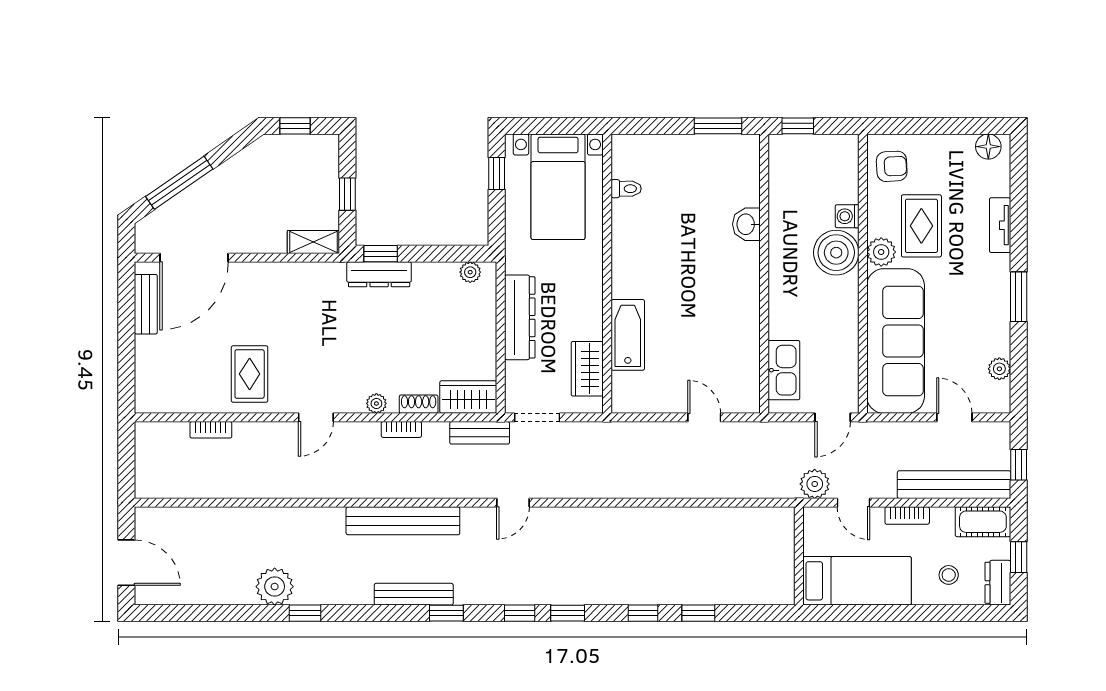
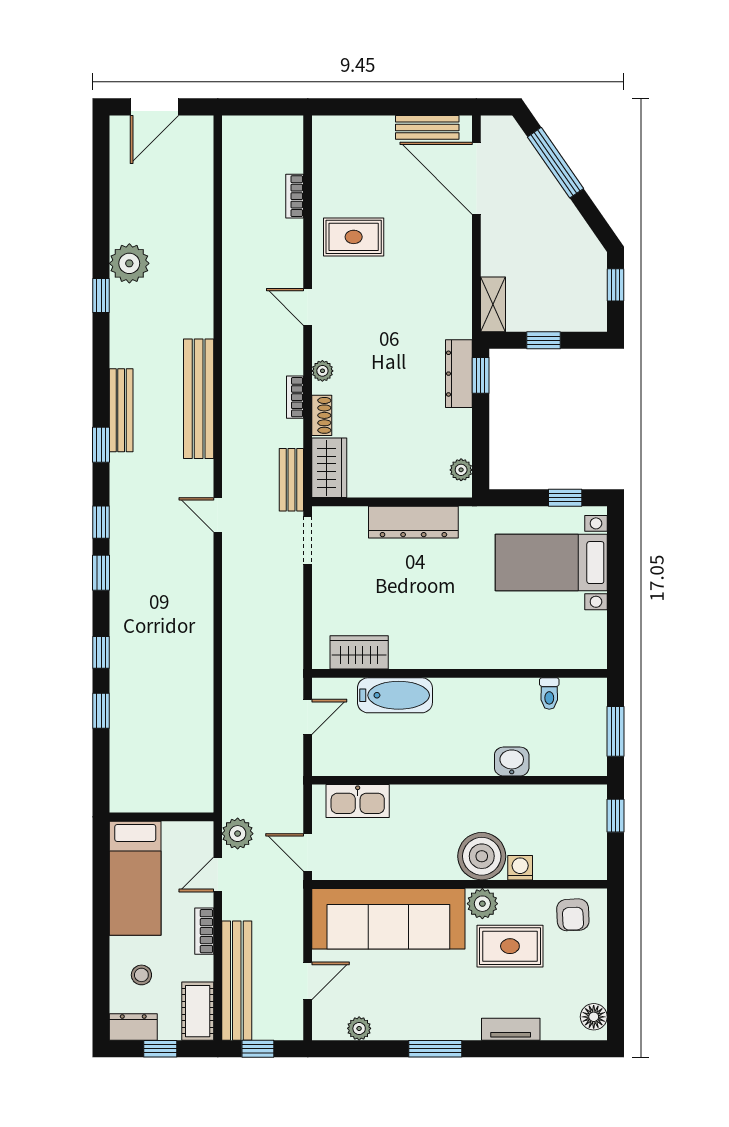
toilet: (626, 189) -> (549, 693), moved
wall: (607, 274) -> (460, 673), moved
bathtub: (628, 335) -> (395, 695), moved
wardrobe: (587, 369) -> (359, 652), moved

